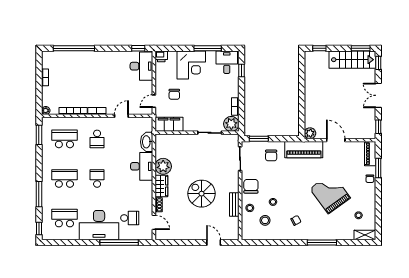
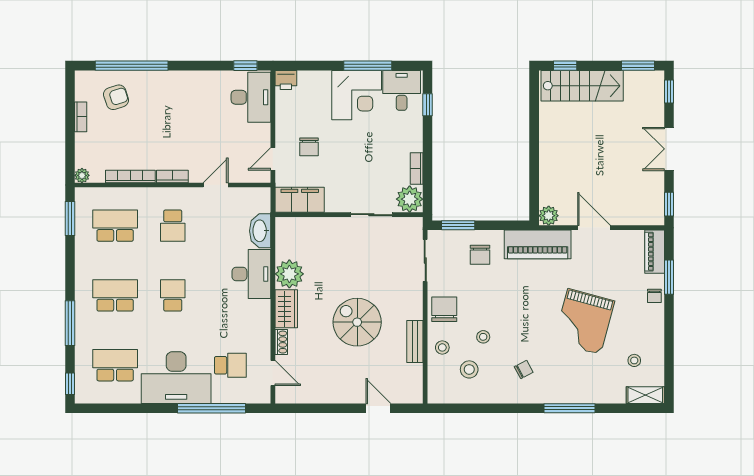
stairs: (352, 60) -> (582, 86), moved
corner desk: (191, 65) -> (357, 95), moved
armchair: (65, 66) -> (116, 97), added
grand piano: (330, 193) -> (584, 322), turned -129

